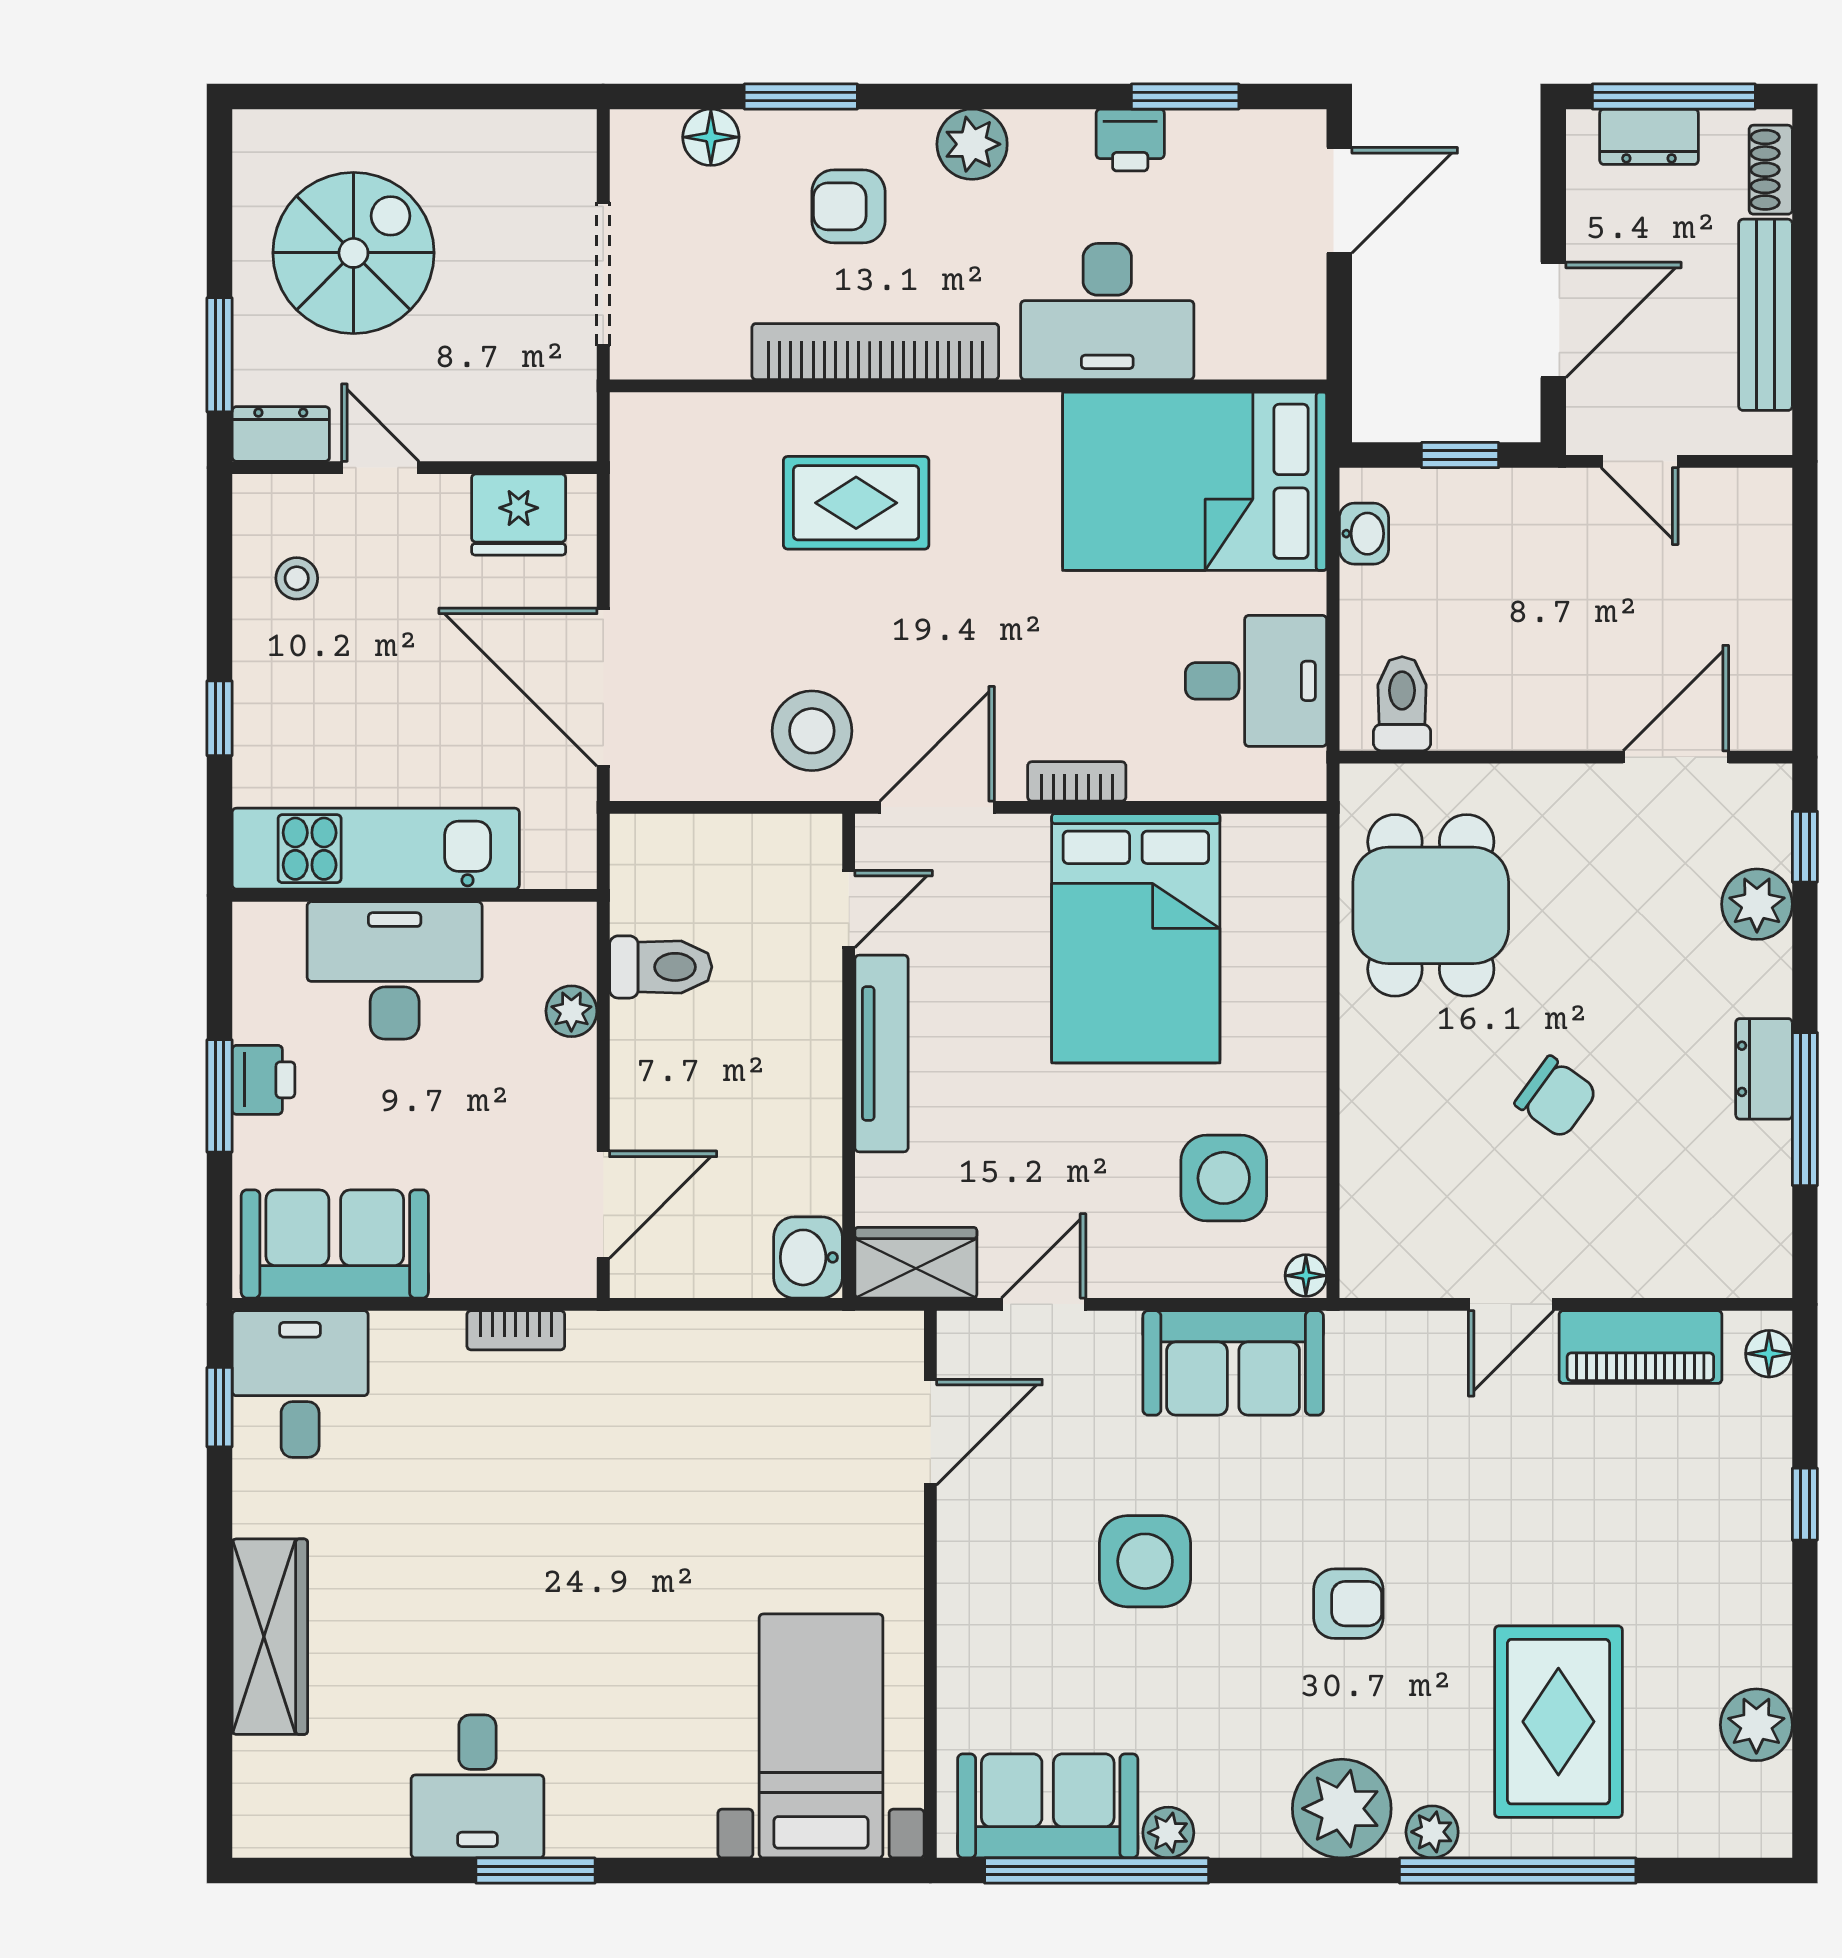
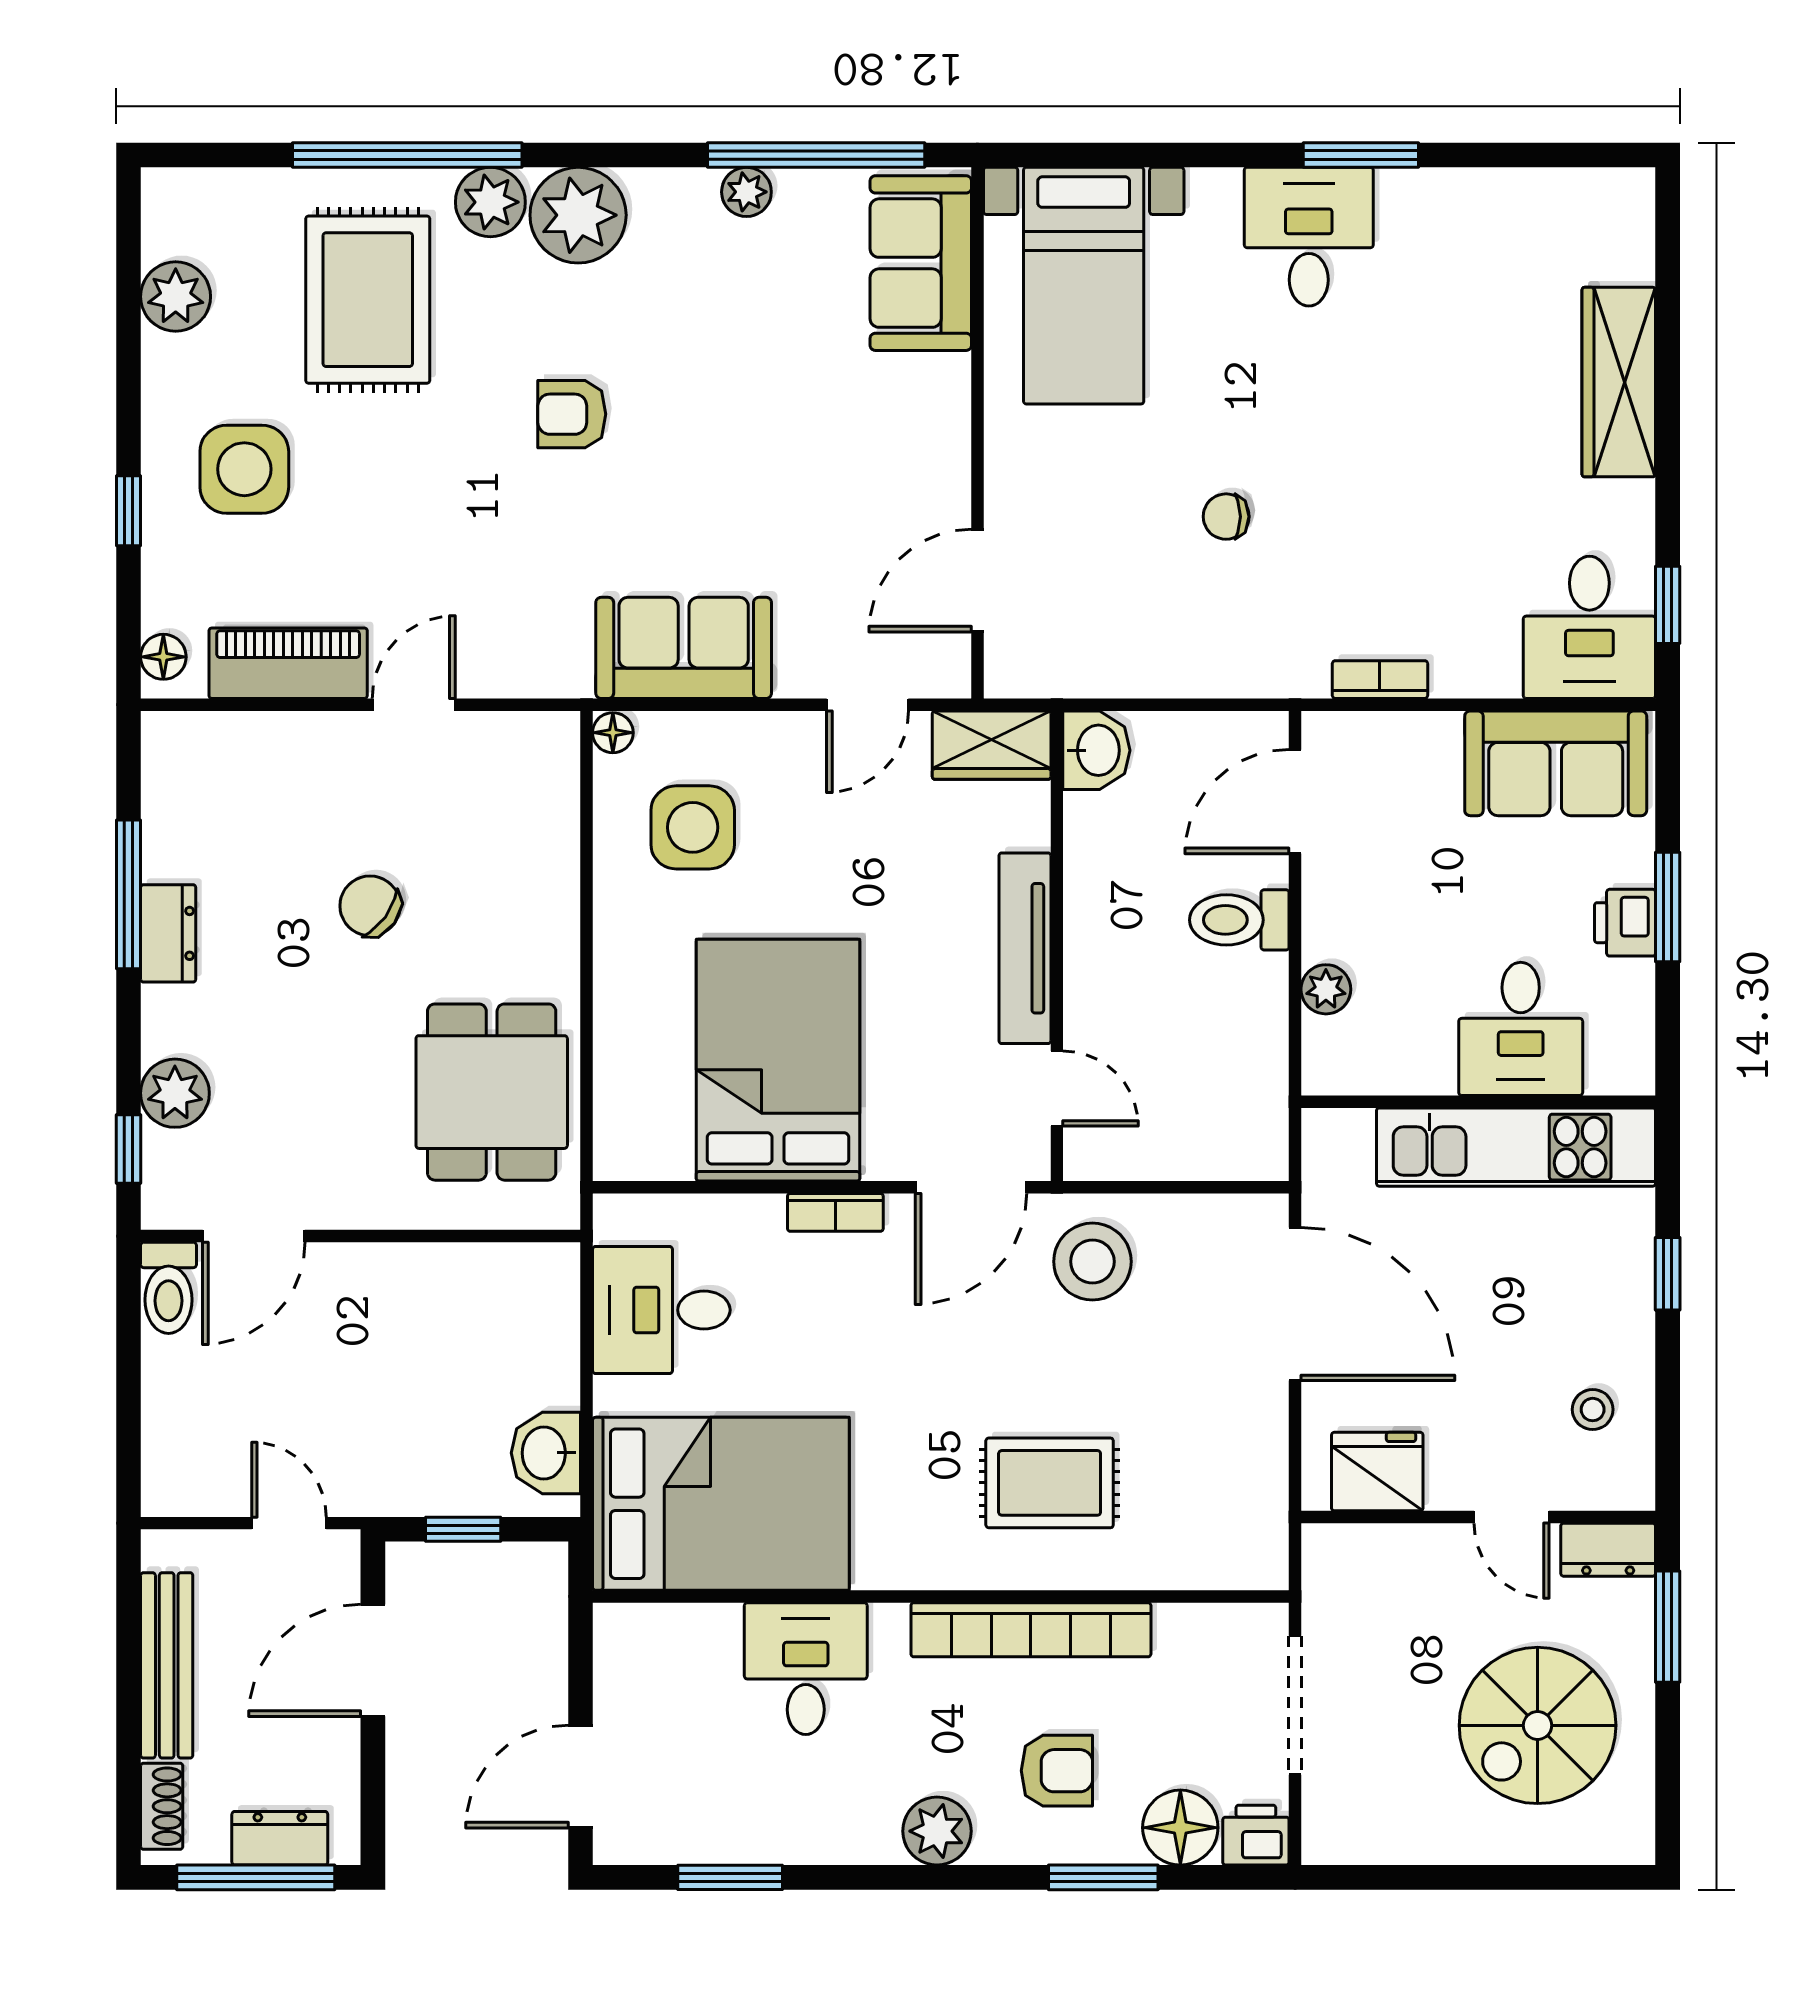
floor lamp: (711, 137) -> (1180, 1828), width x1.38, depth x1.38
printer: (1130, 140) -> (1256, 1835), moved
desk: (1107, 312) -> (806, 1669), width x0.73
washbasin: (1364, 534) -> (546, 1453), width x1.38, depth x1.45
toilet: (1402, 704) -> (169, 1288), moved
door: (849, 909) -> (1057, 1089), swing flipped
toilet: (661, 967) -> (1239, 920), moved
desk: (395, 970) -> (1521, 1029), width x0.73
chair: (674, 1498) -> (1226, 517), added
side table: (1145, 1561) -> (244, 469), moved
desk: (477, 1786) -> (1309, 237), moved
sofa: (1048, 1806) -> (921, 263), moved, turned 90
plant: (1432, 1832) -> (490, 202), width x1.38, depth x1.38

